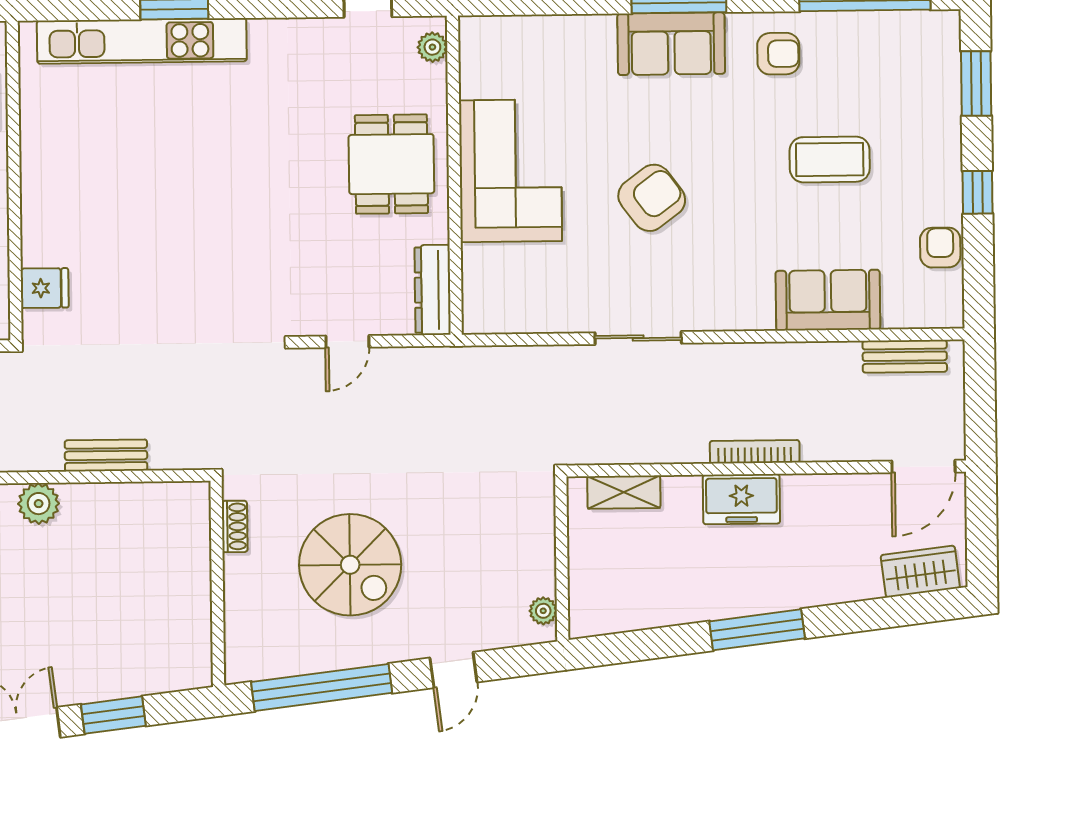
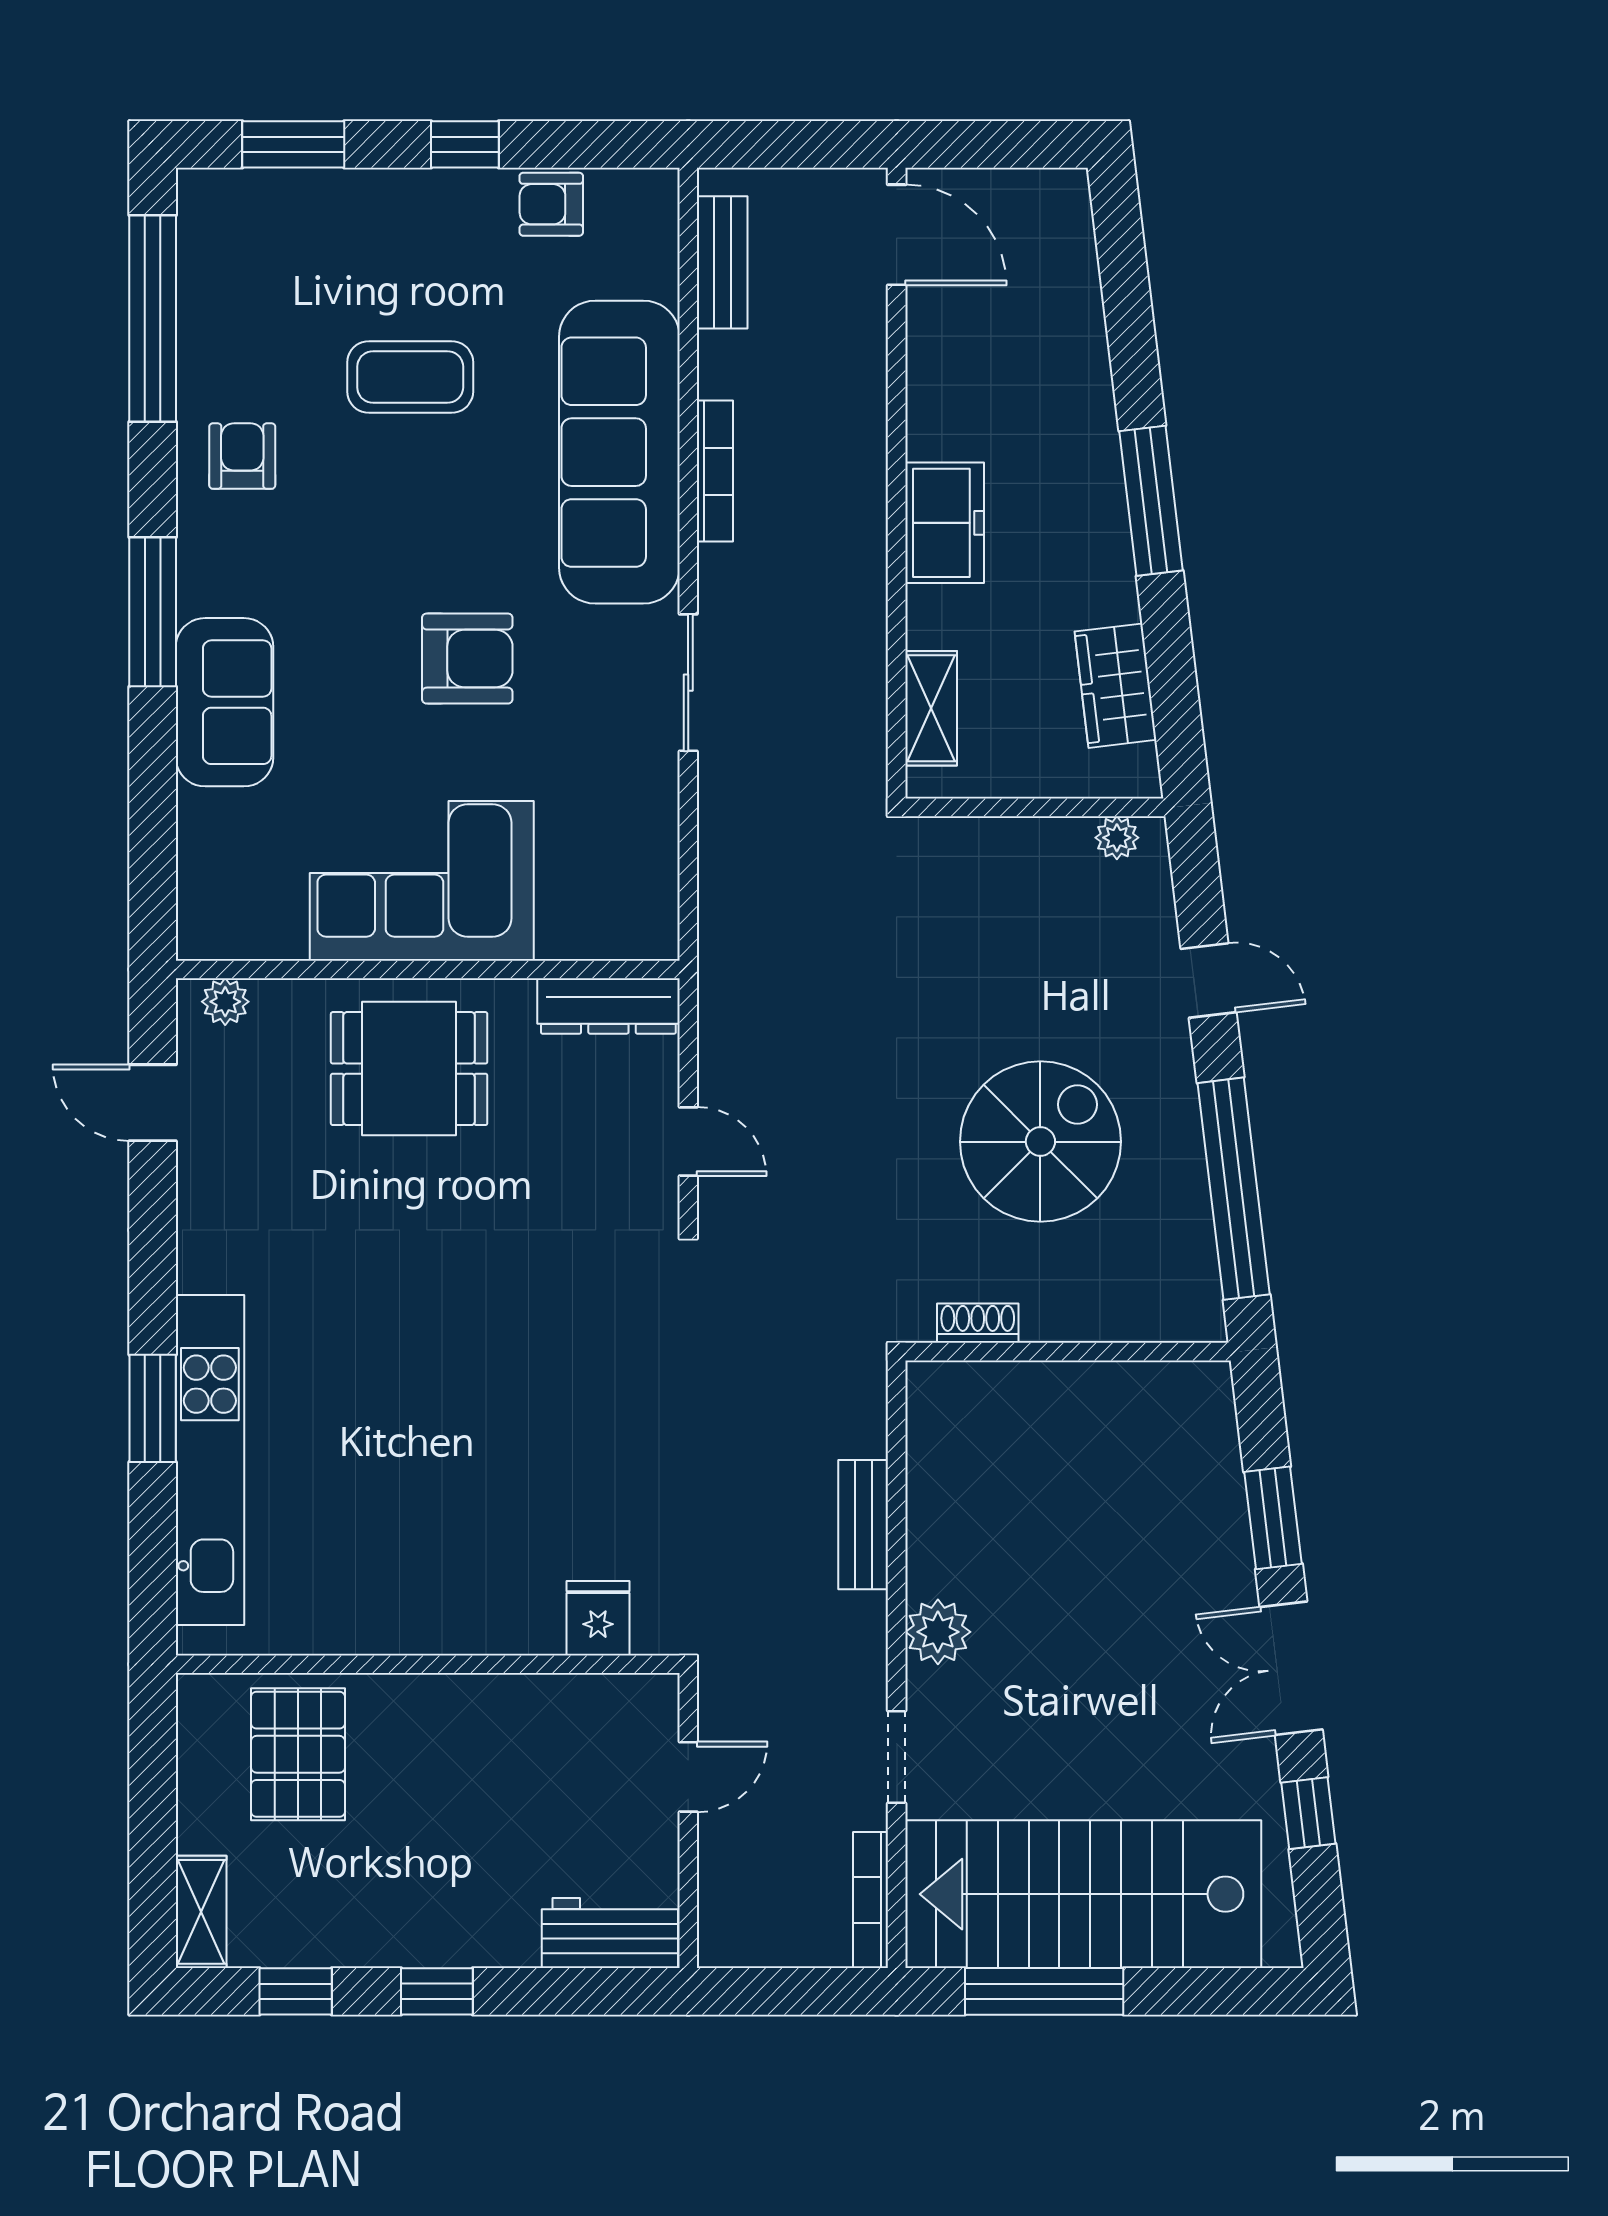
sofa: (671, 44) -> (224, 702), moved
coffee table: (830, 159) -> (410, 377), turned 90
armchair: (652, 198) -> (467, 659), turned 127
sofa: (828, 300) -> (619, 452), width x1.85, depth x1.27
bookcase: (755, 452) -> (715, 471), moved, turned 180
wardrobe: (920, 572) -> (1116, 686), moved

